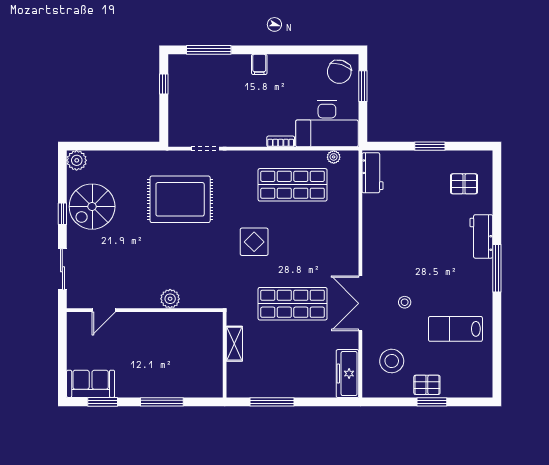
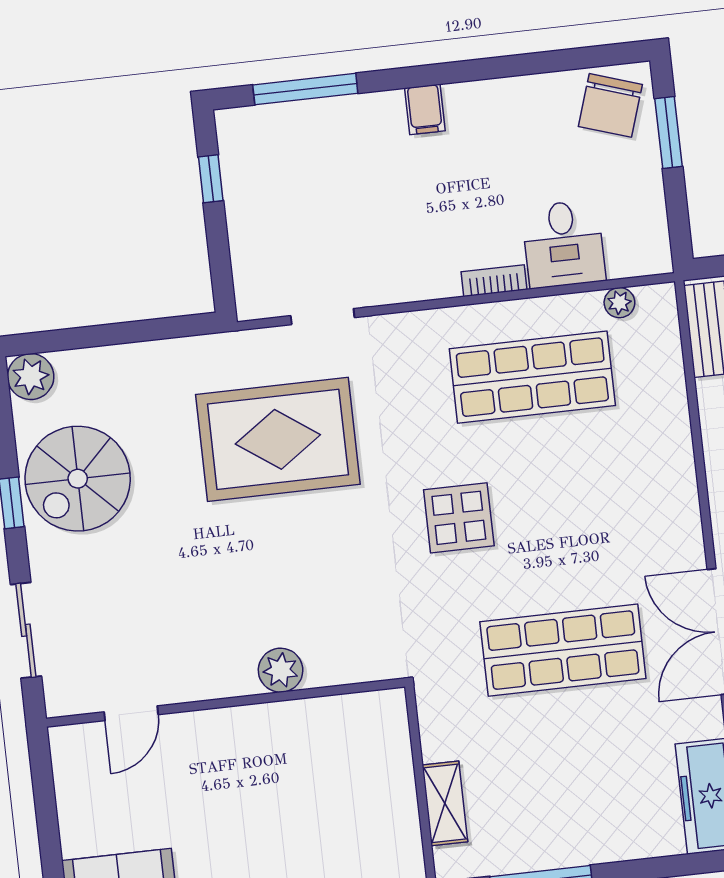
desk: (327, 124) -> (564, 244), width x0.53, depth x0.77
shelving: (234, 344) -> (445, 803), moved

